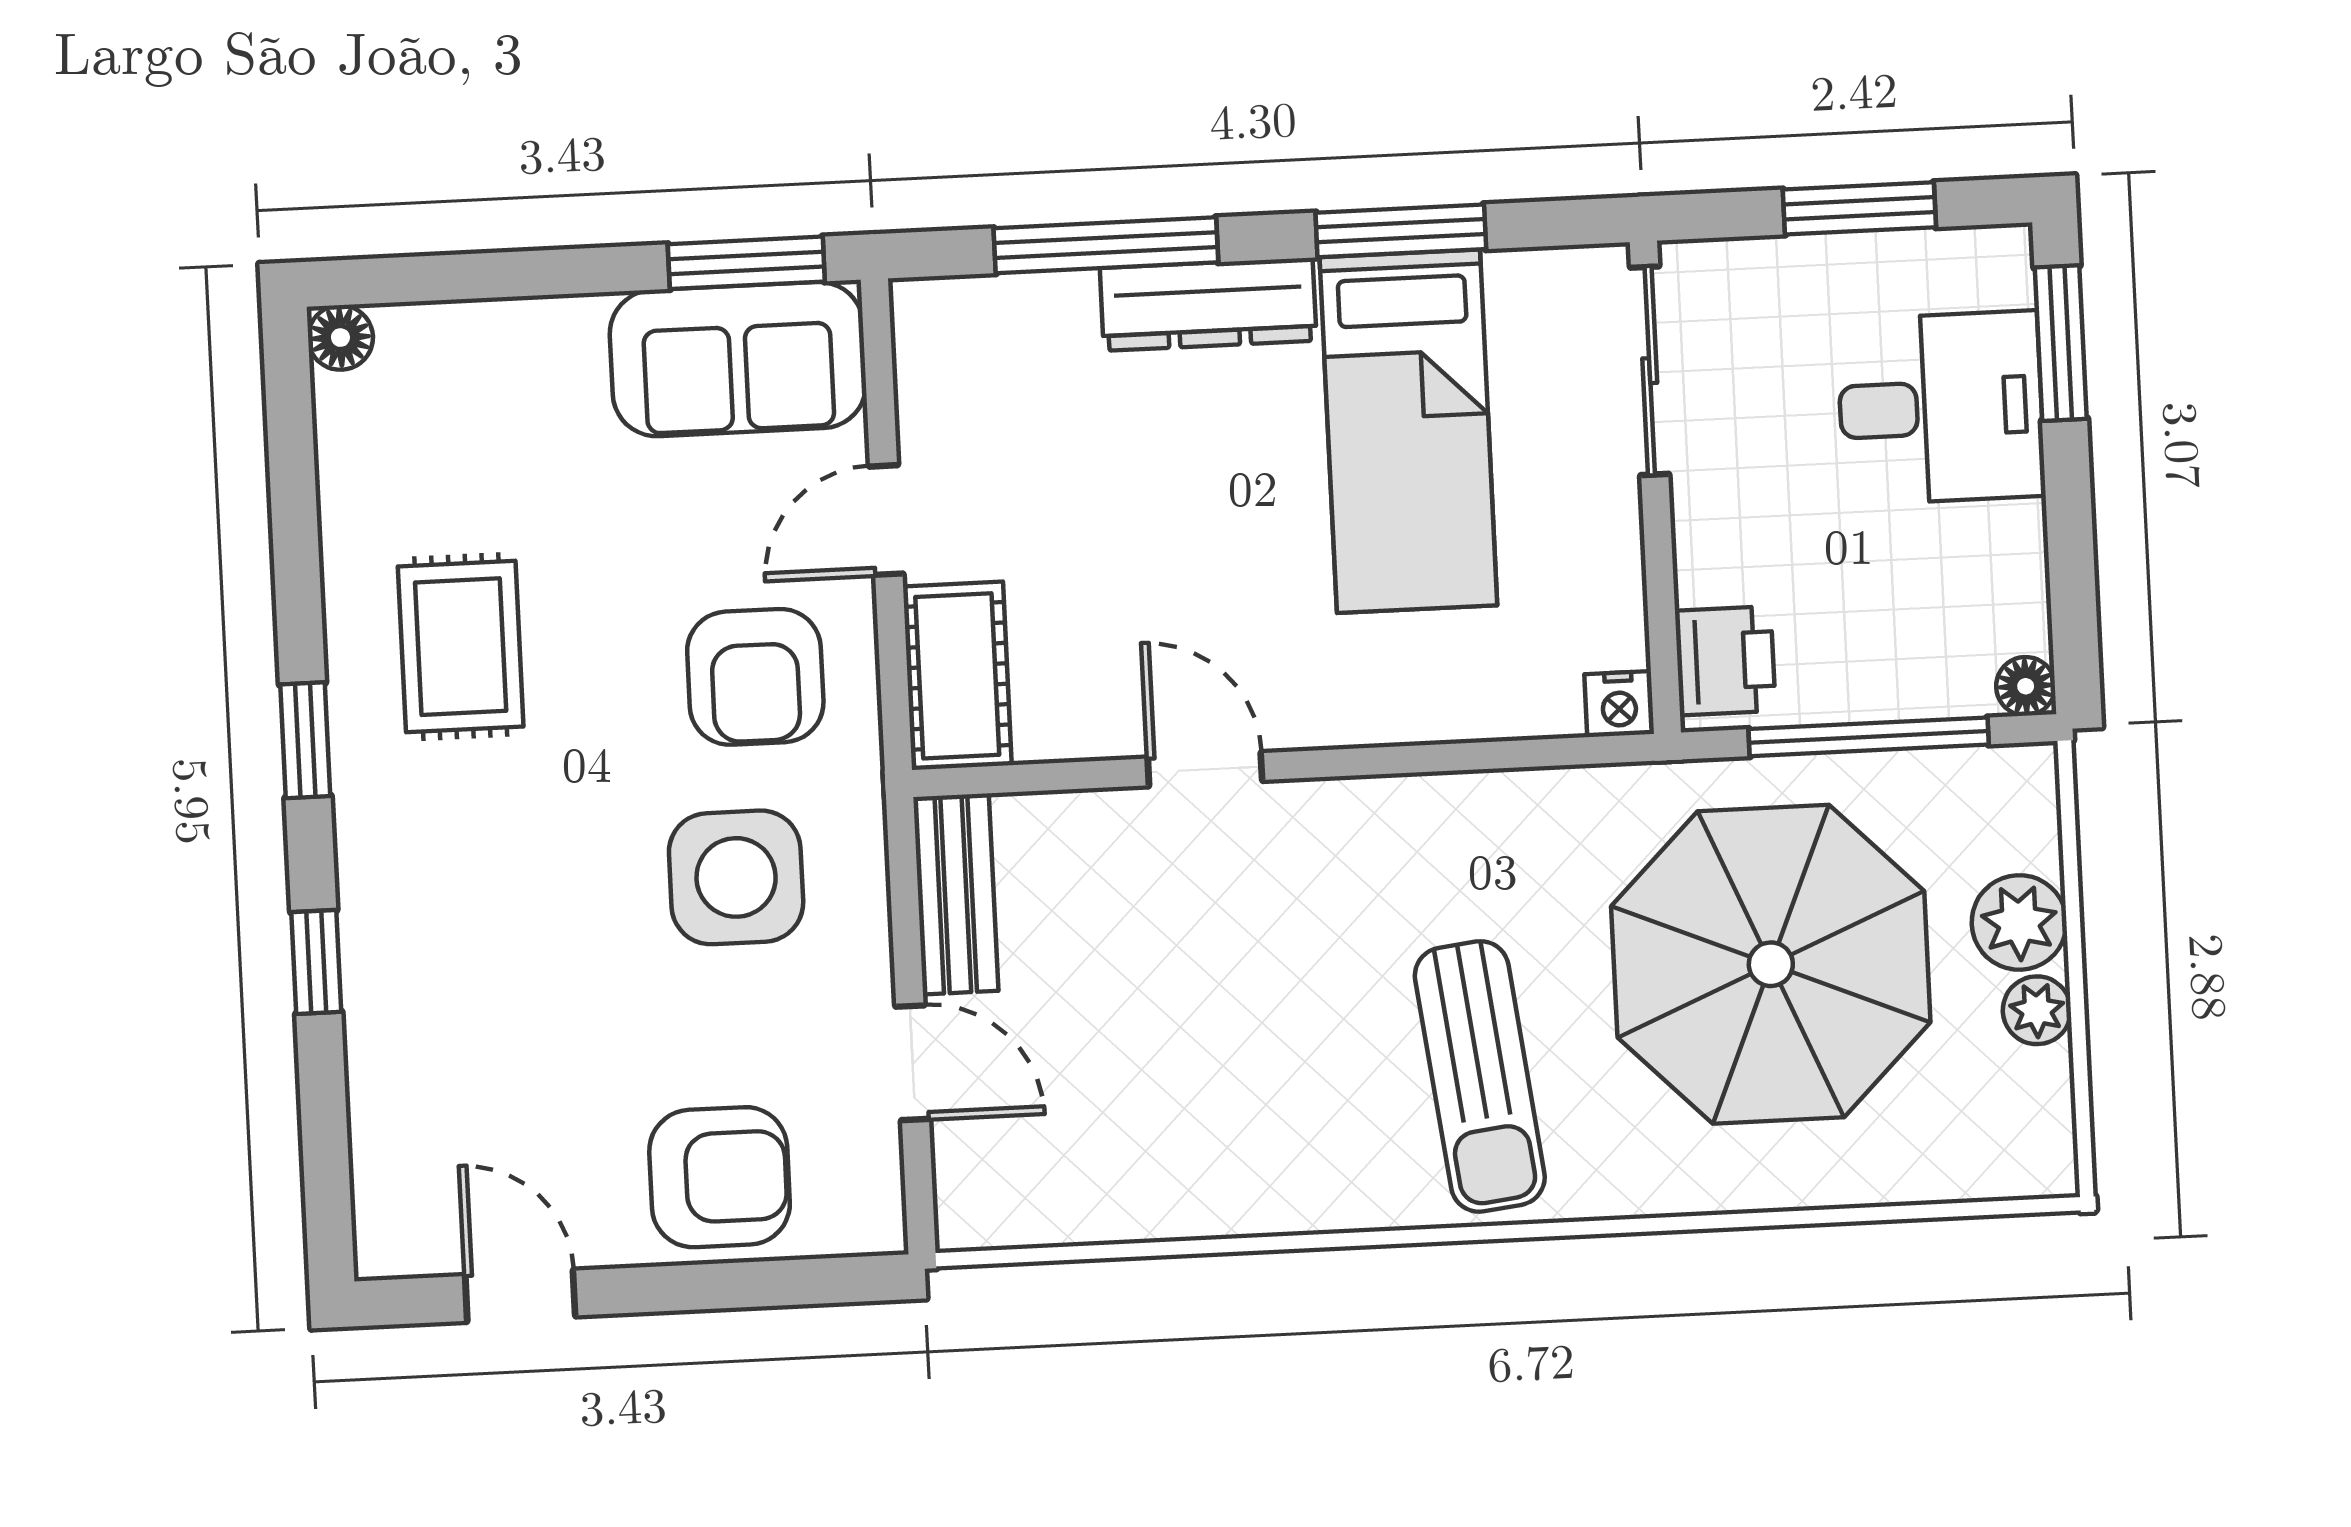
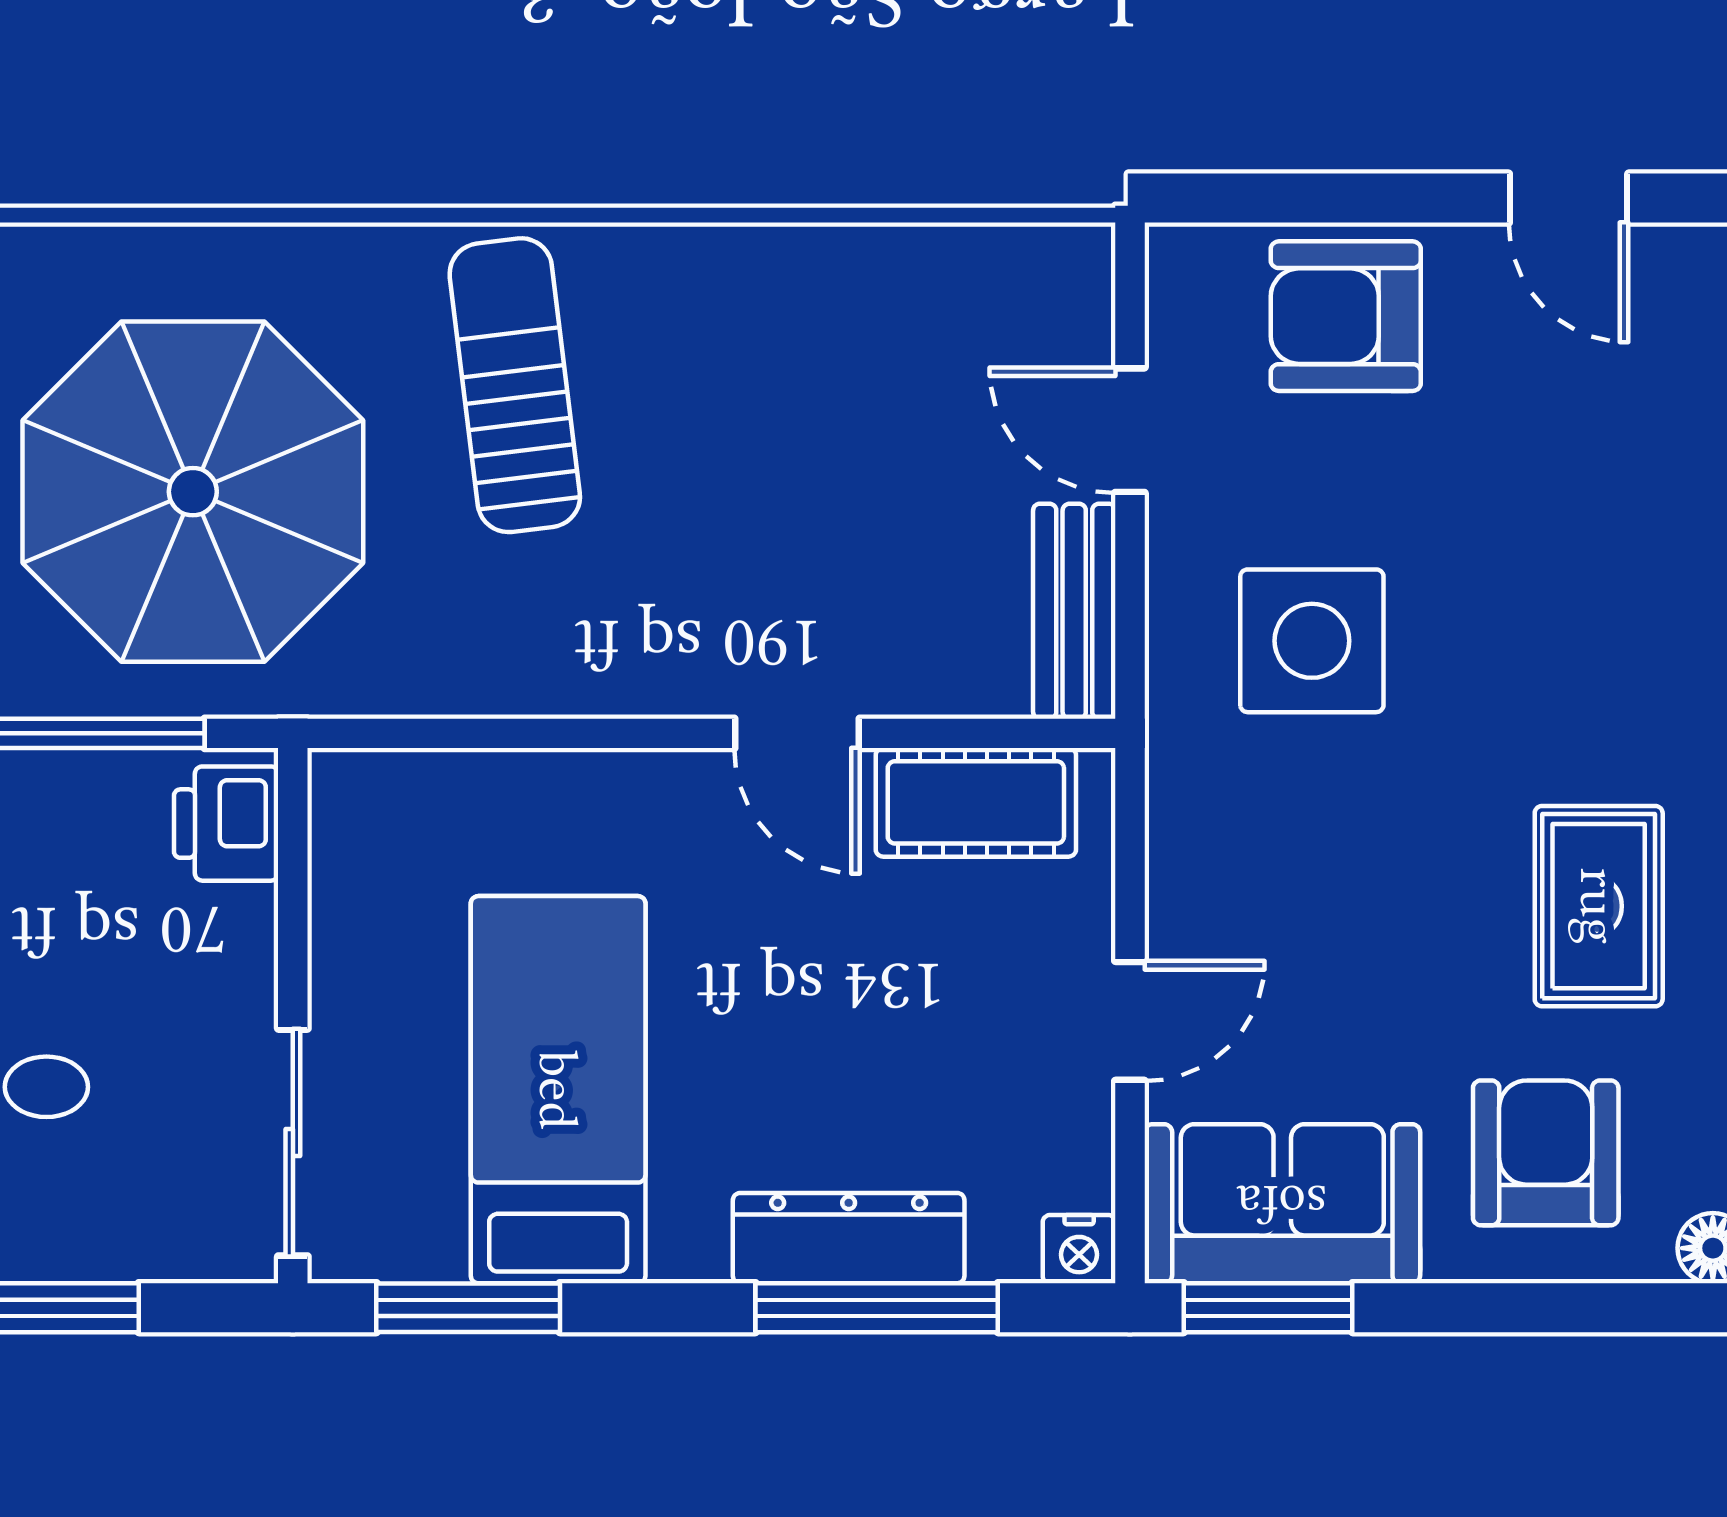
window: (1401, 231) -> (468, 1308), moved
dresser: (1208, 304) -> (849, 1238), moved
cot: (957, 676) -> (976, 802), moved, turned 90
armchair: (755, 677) -> (1546, 1153), moved
nightstand: (1619, 704) -> (1079, 1249), moved, turned 180

